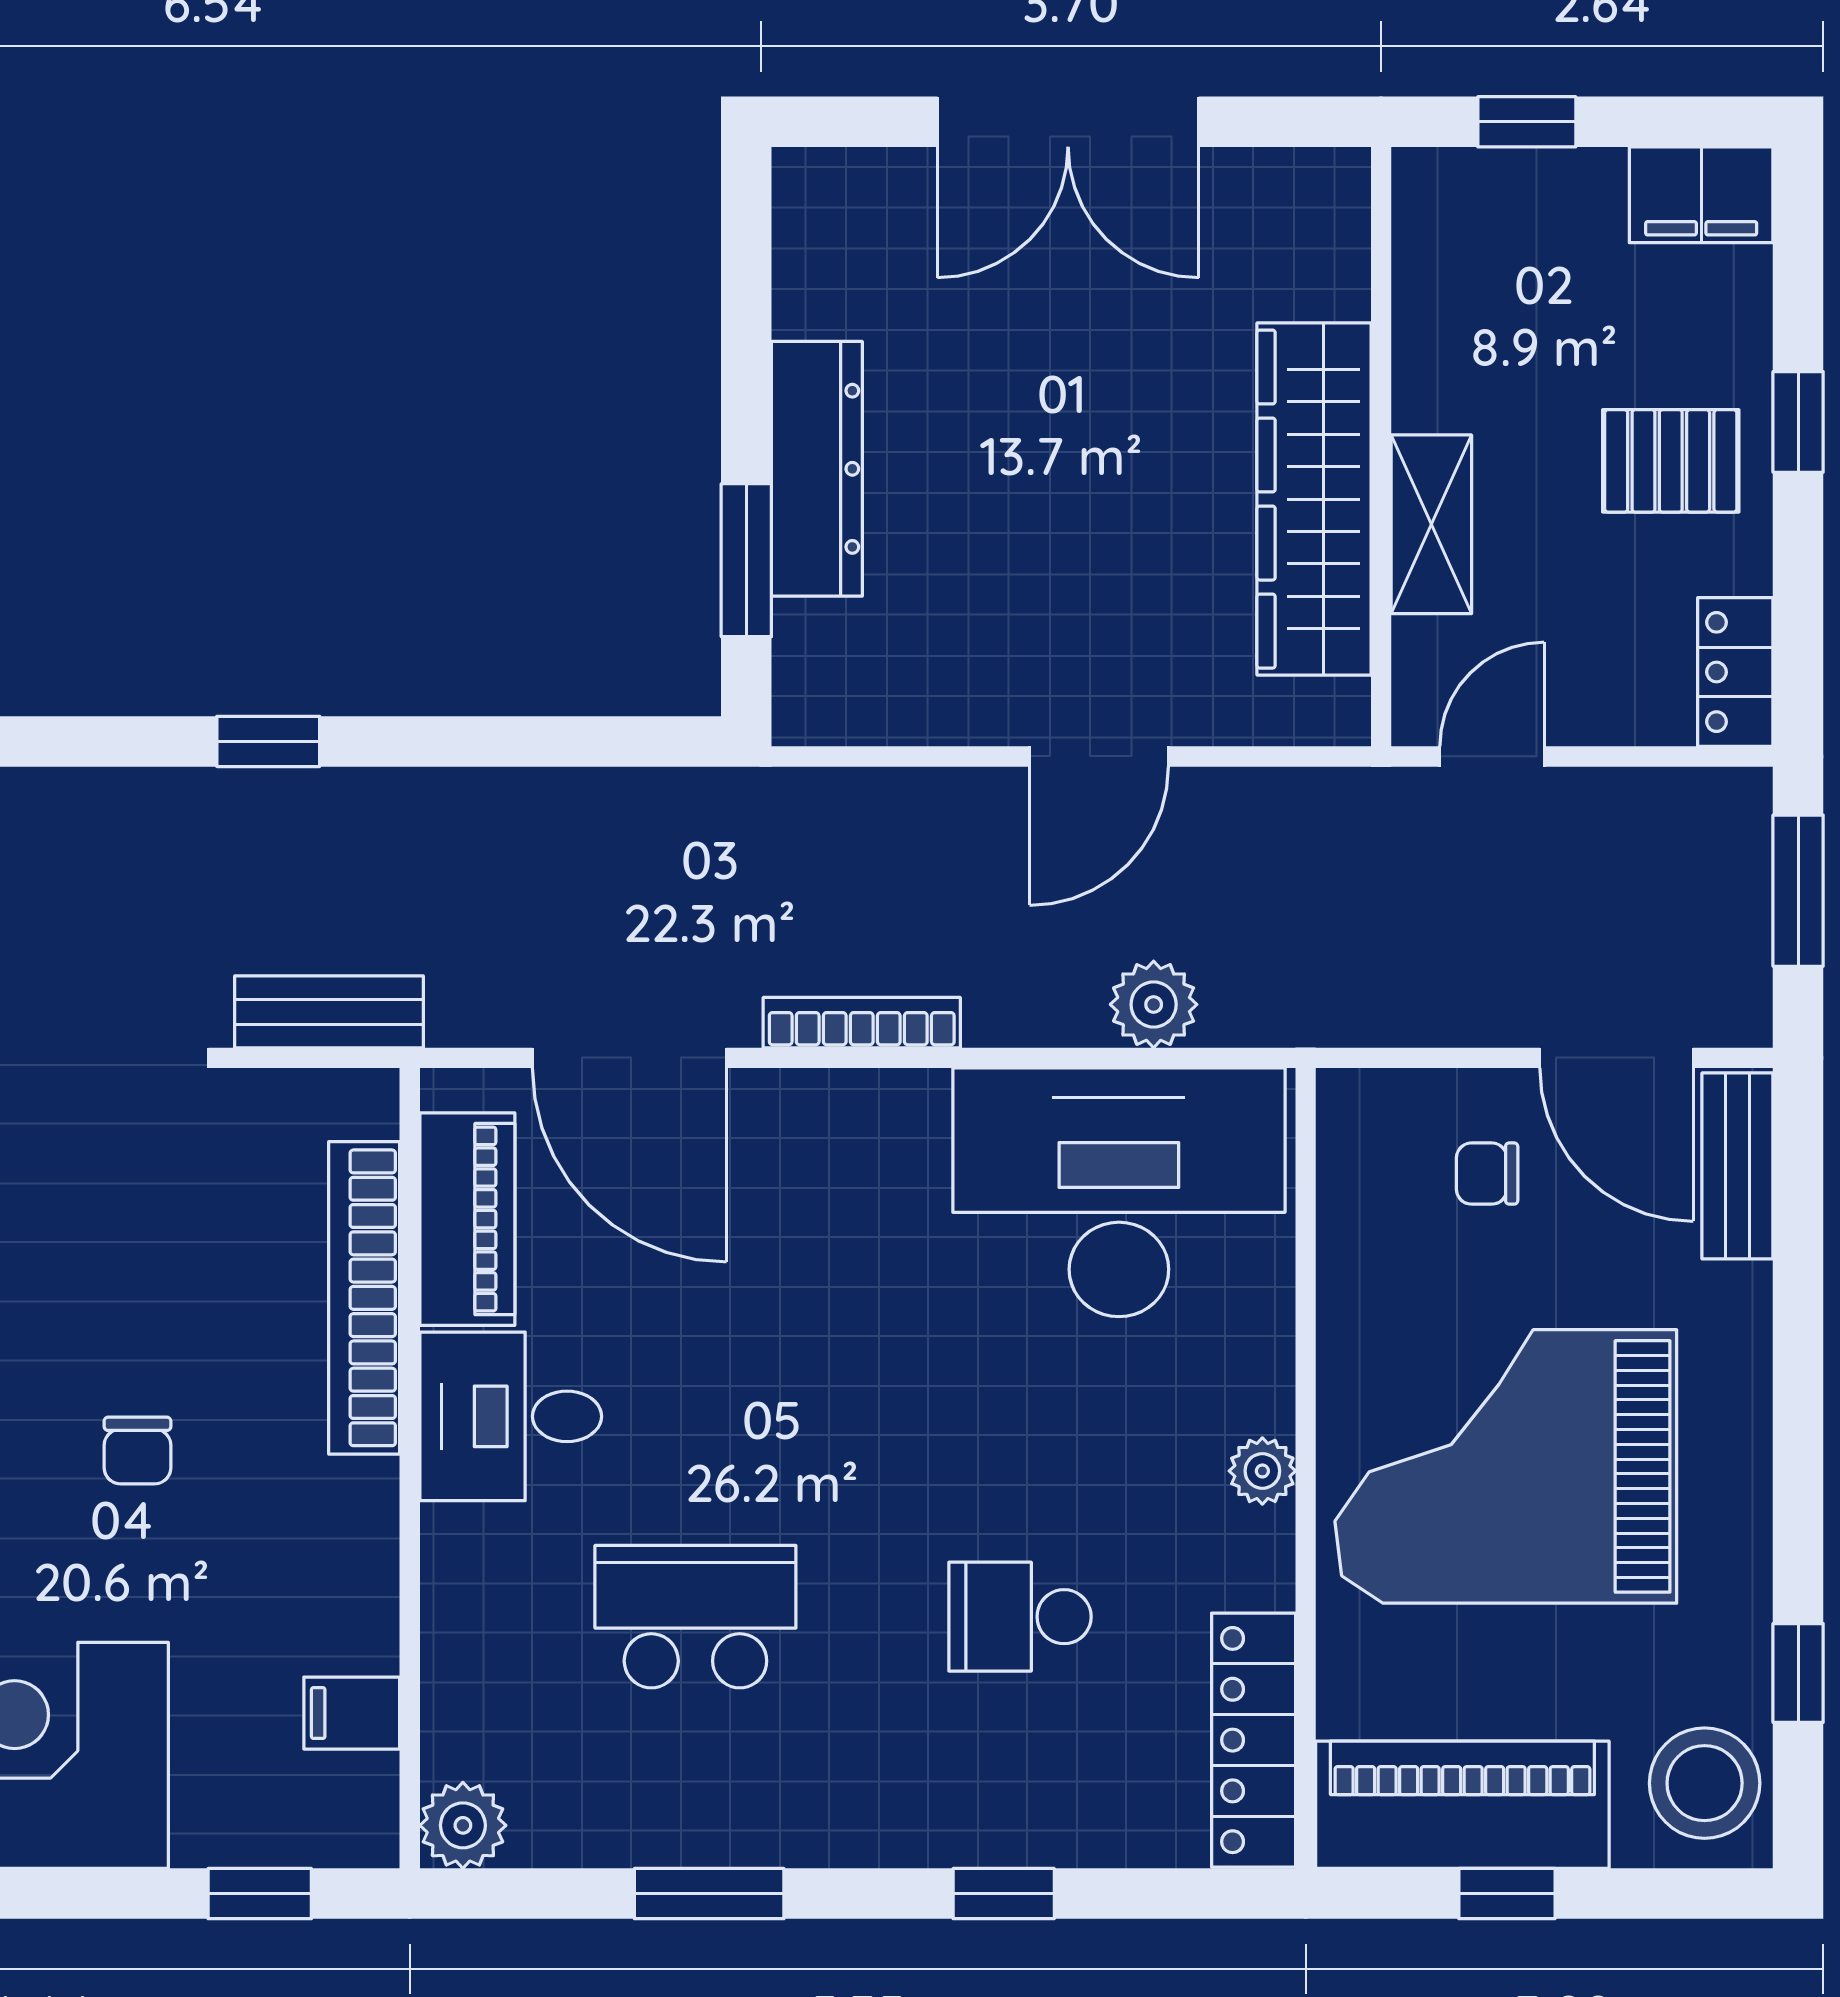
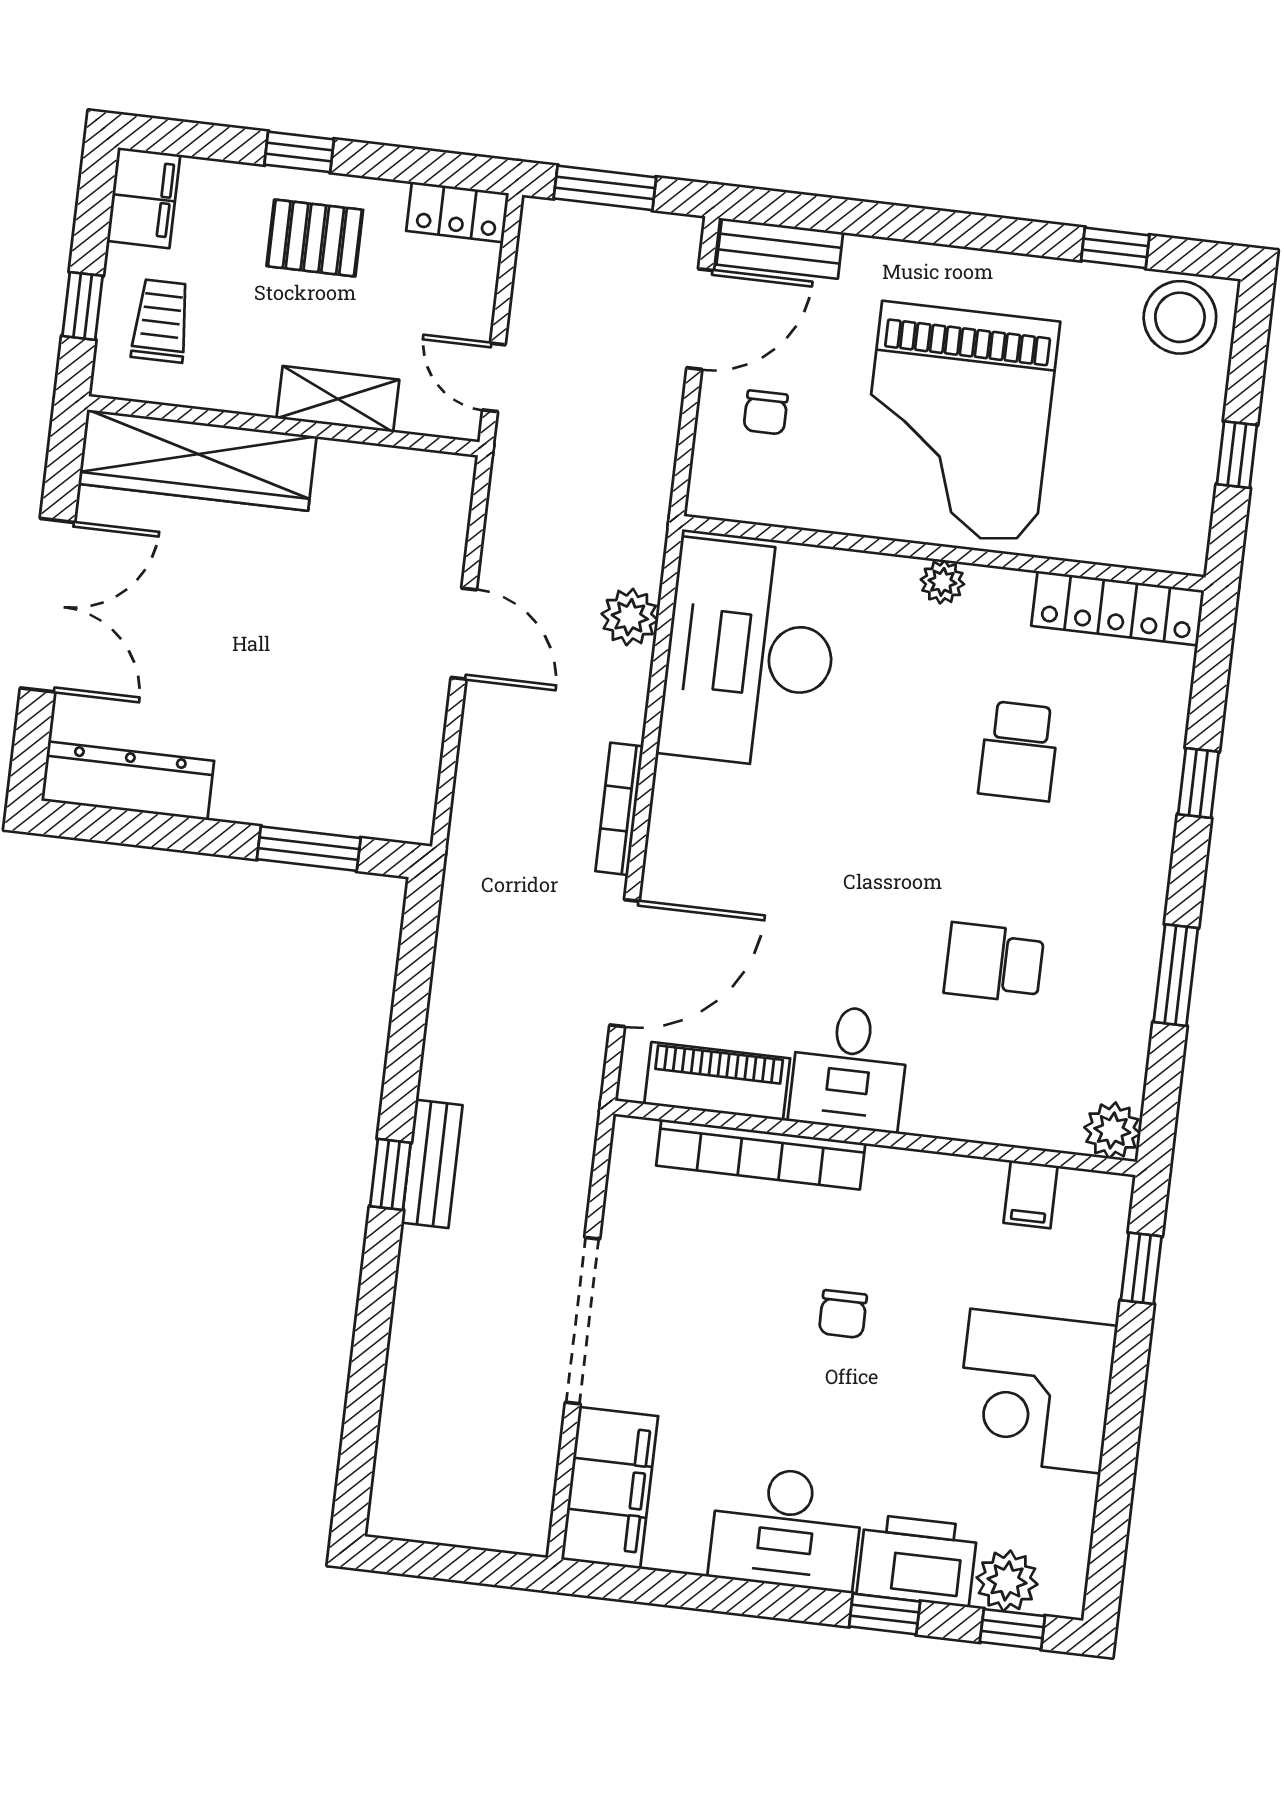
trolley: (1518, 243) -> (161, 321), added
pallet: (1671, 461) -> (315, 238), turned 90
dresser: (817, 469) -> (128, 781), moved
wardrobe: (1314, 499) -> (198, 460), moved
bench: (329, 1012) -> (432, 1164), moved
chair: (138, 1450) -> (843, 1314), turned 90
school desk: (695, 1617) -> (994, 963), width x0.54
piano: (1462, 1805) -> (1175, 477), removed

